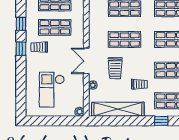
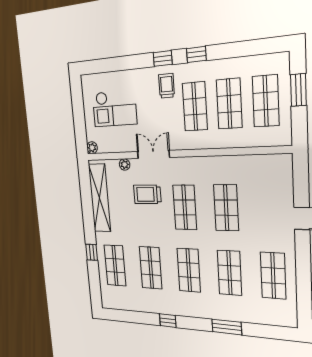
trolley: (139, 84) -> (131, 226), removed
checkout: (52, 90) -> (114, 108), turned 180

